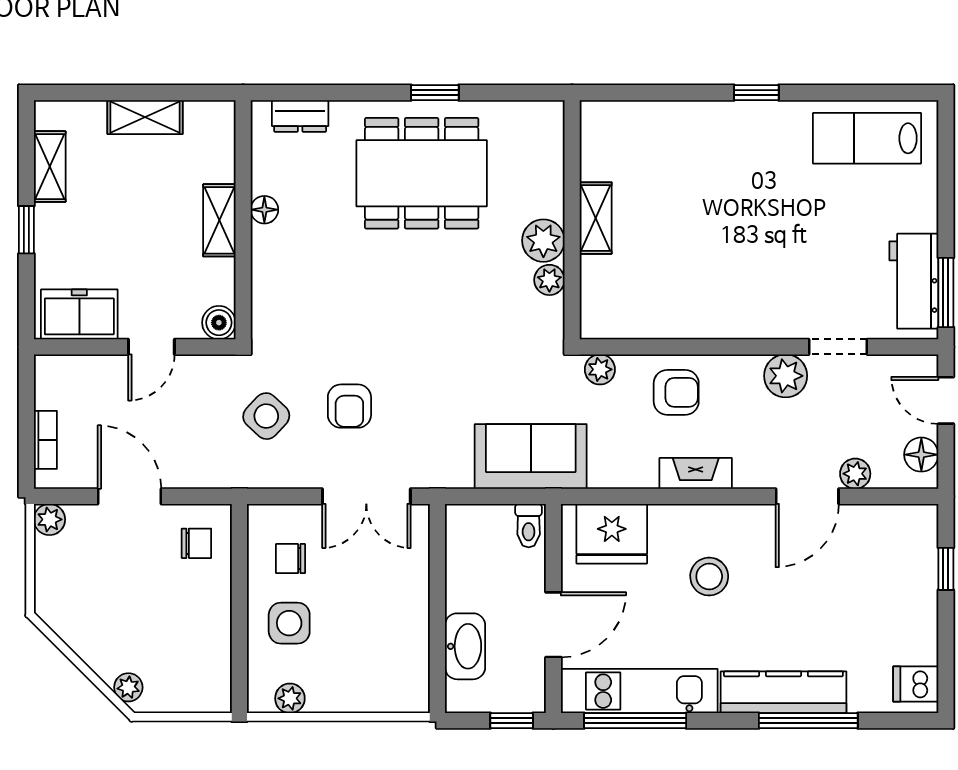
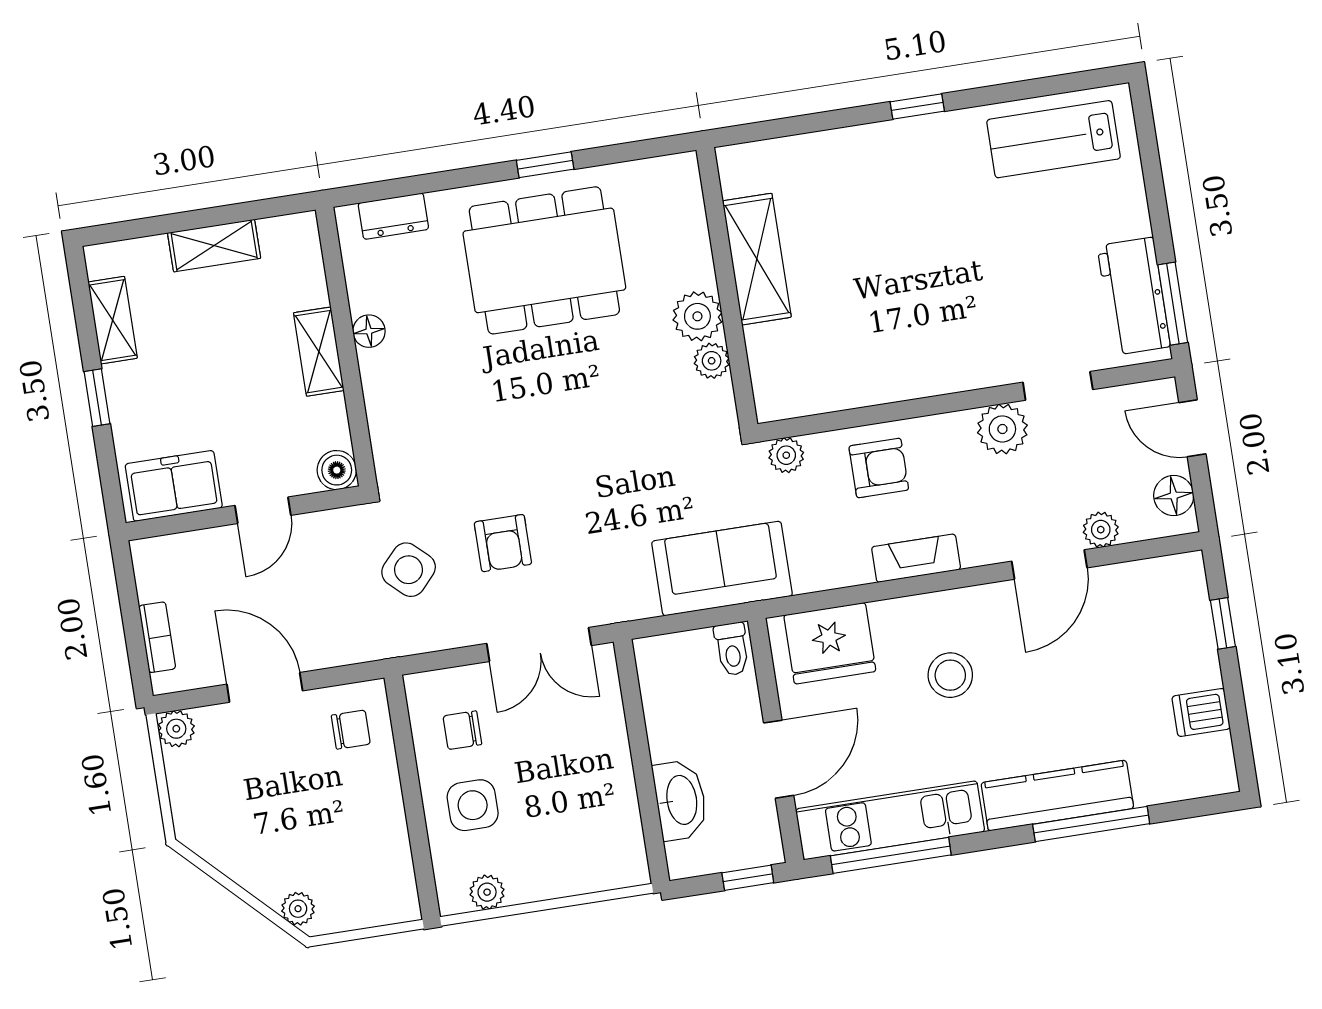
shelving: (596, 218) -> (757, 259), width x1.50, depth x1.33
dishwasher: (916, 684) -> (1201, 712), moved

